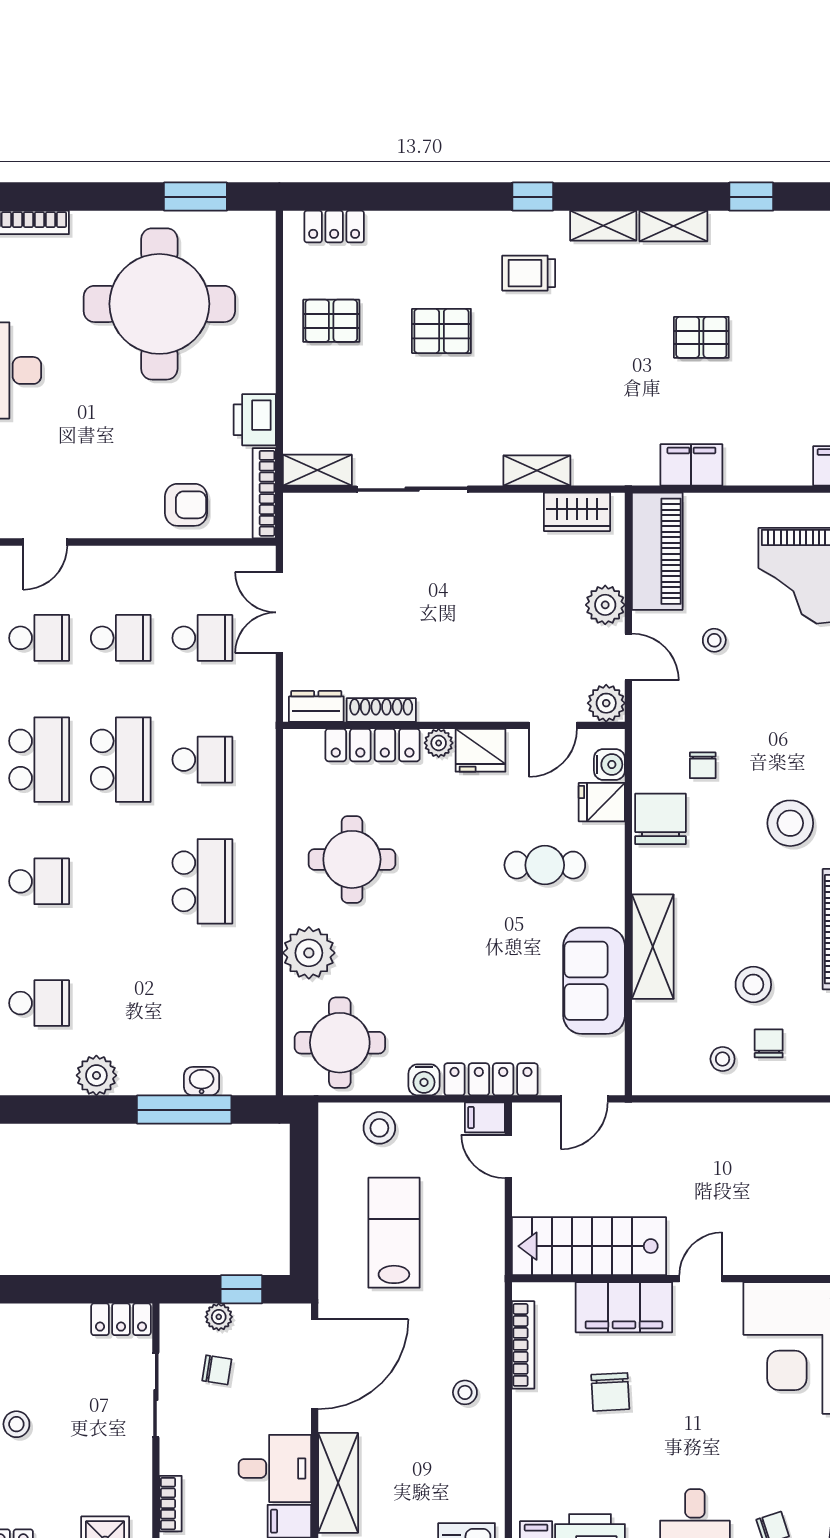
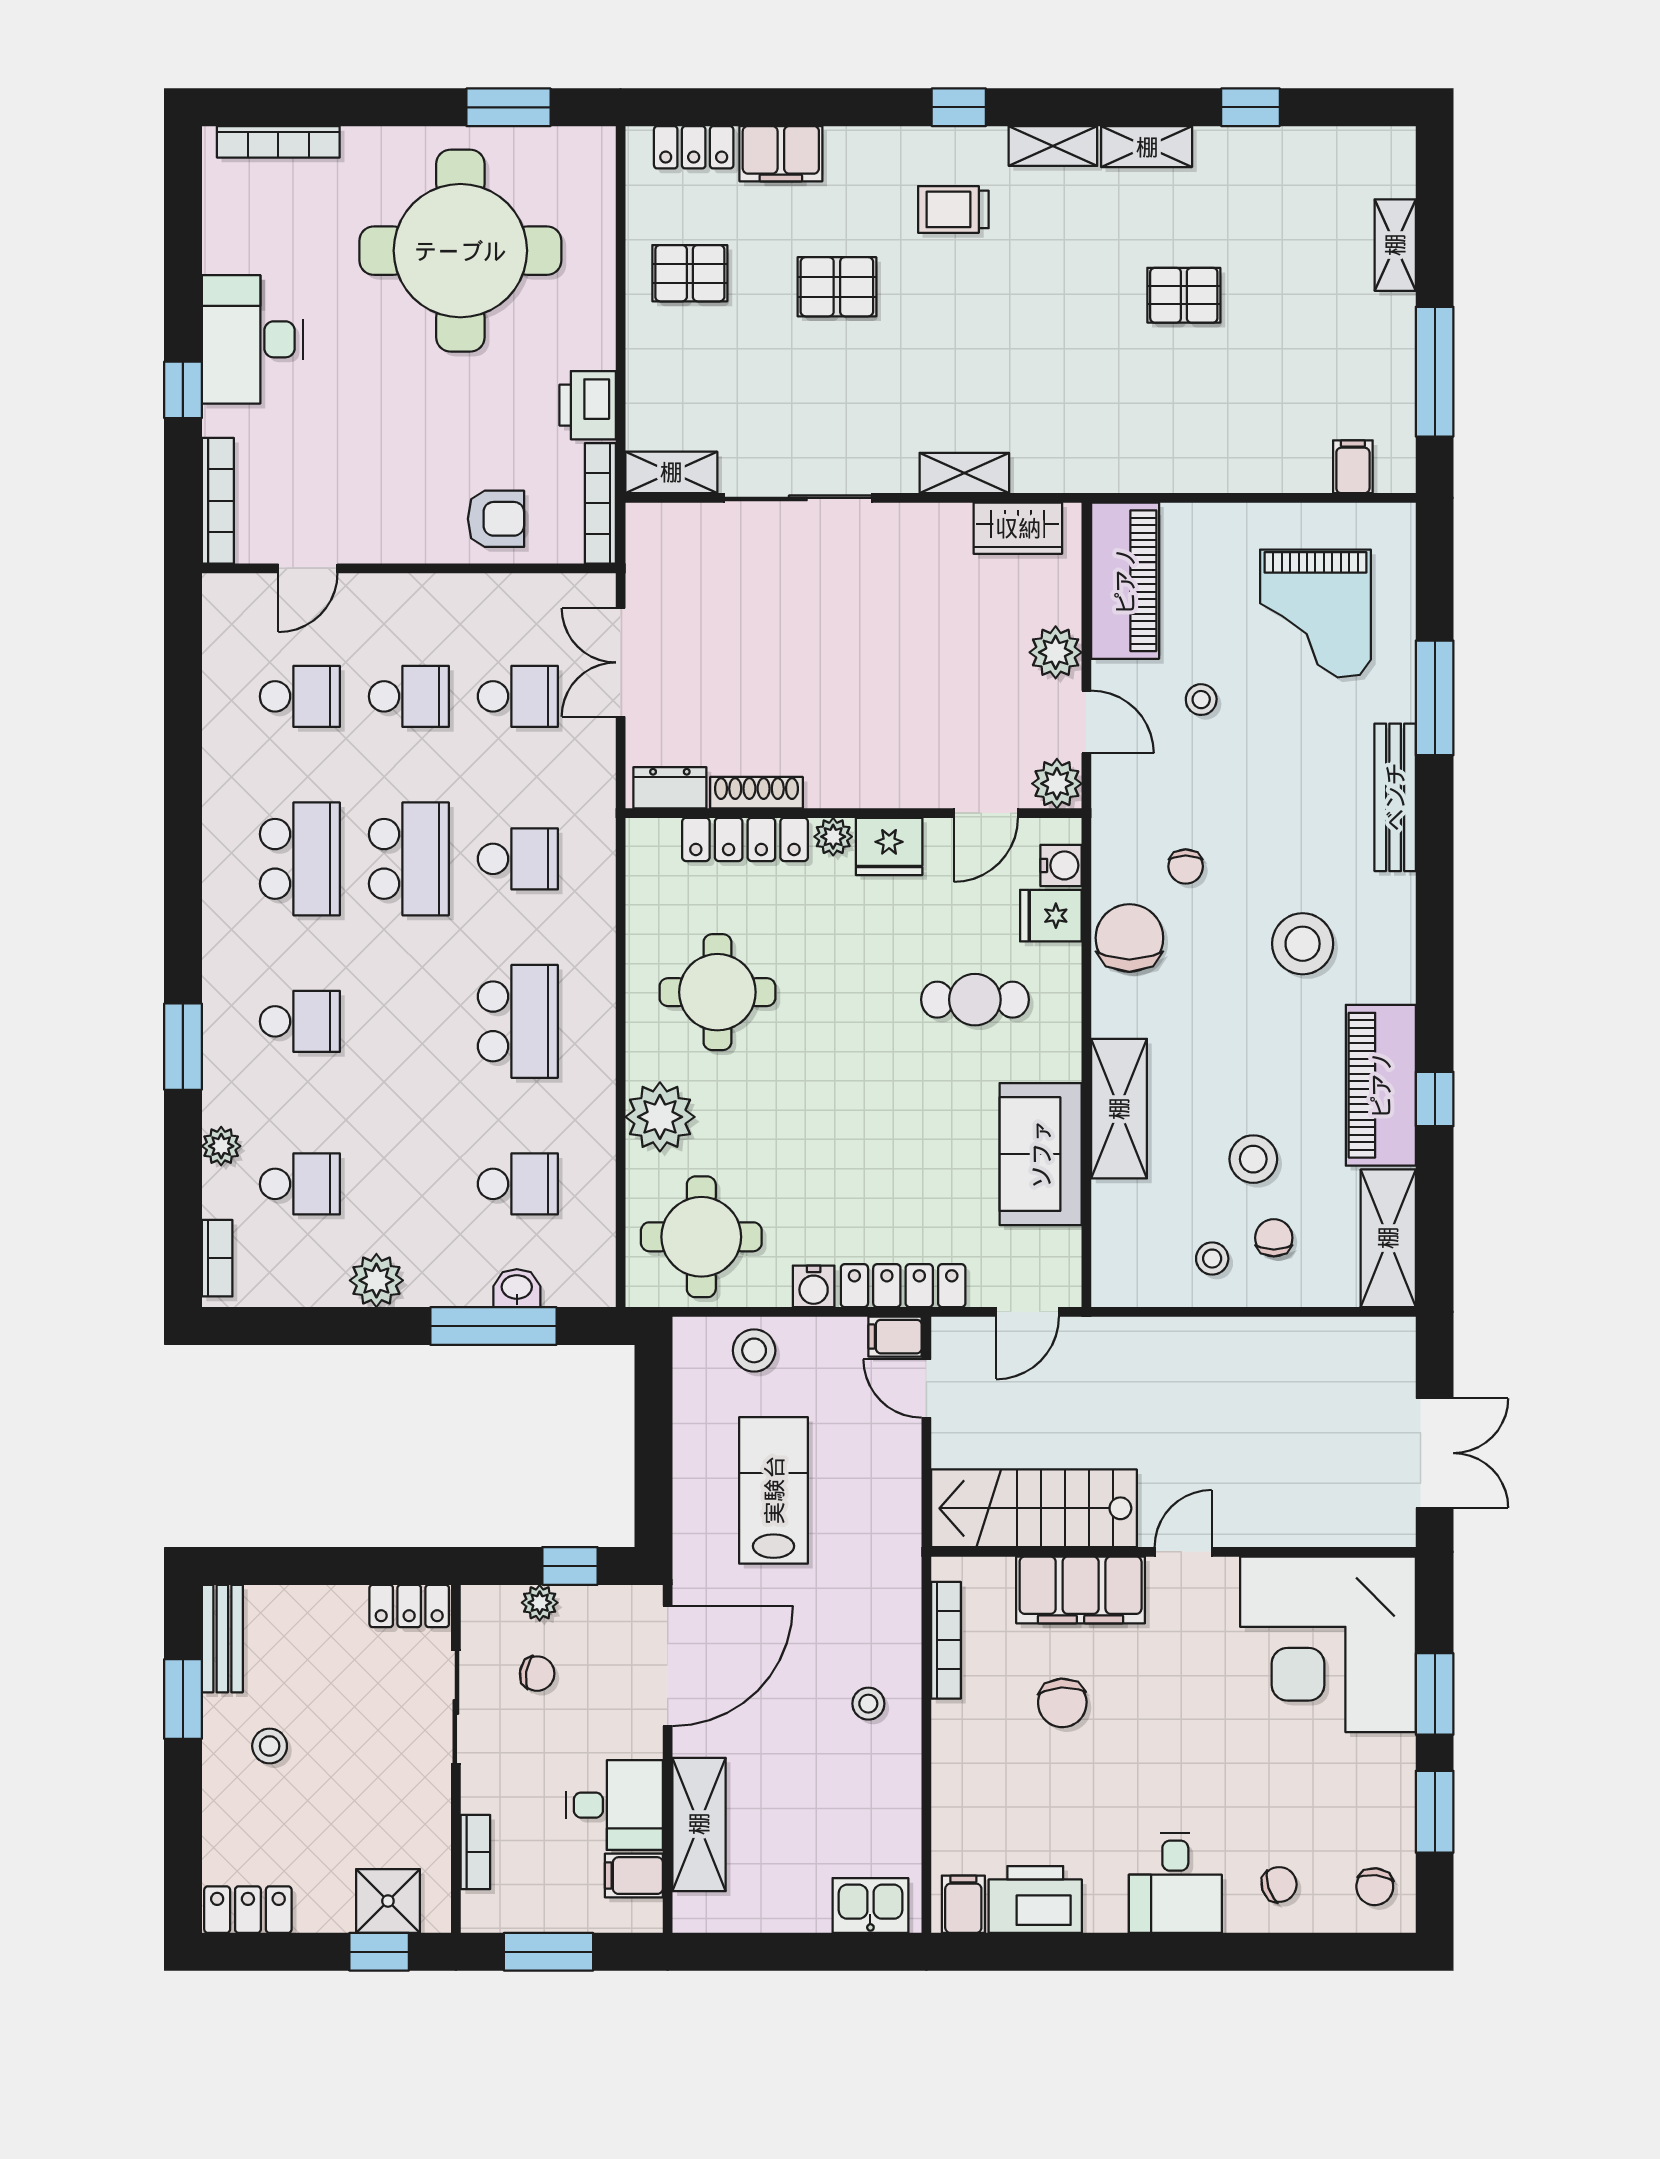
filing cabinet: (691, 465) -> (781, 154), moved, turned 180
school desk: (202, 1003) -> (518, 1184), added

